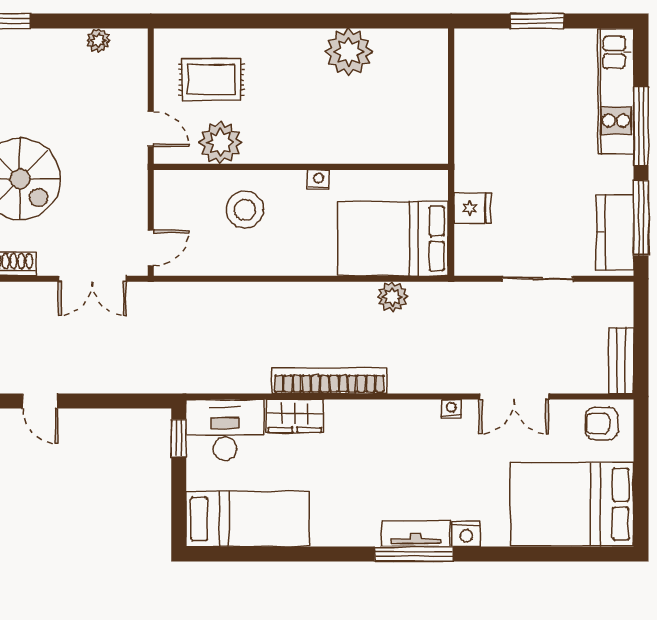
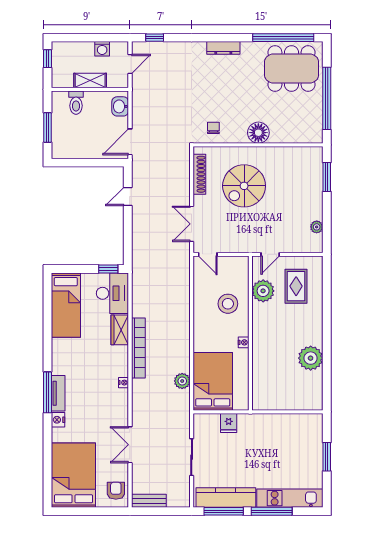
kitchen counter: (615, 232) -> (226, 498), width x1.50
nightstand: (451, 409) -> (124, 383), moved

